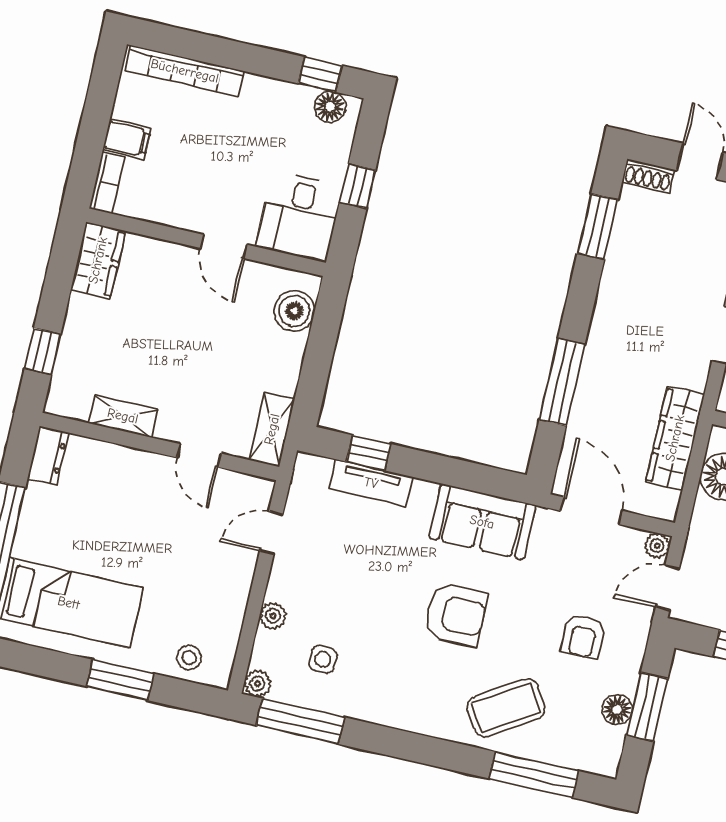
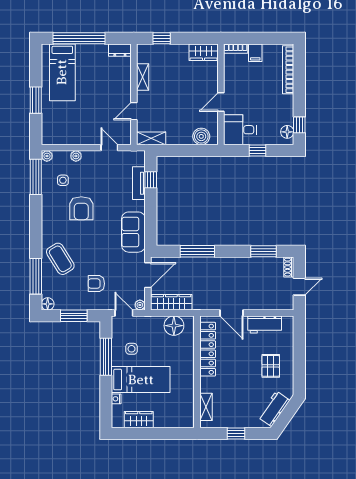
wardrobe: (675, 438) -> (171, 302), moved
armchair: (456, 615) -> (81, 208), moved
stool: (189, 658) -> (51, 126), removed
floor lamp: (617, 710) -> (48, 304), moved

